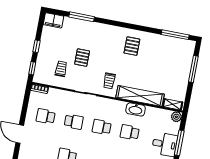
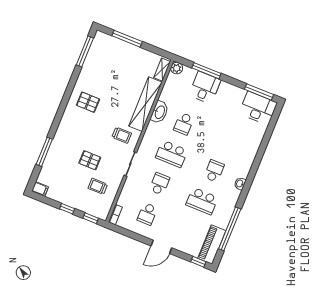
filing cabinet: (53, 20) -> (40, 189), width x0.50
school desk: (102, 127) -> (172, 154), width x1.85

